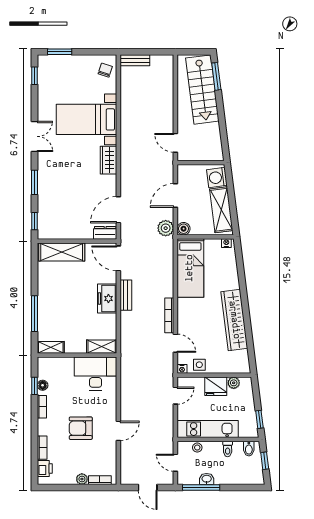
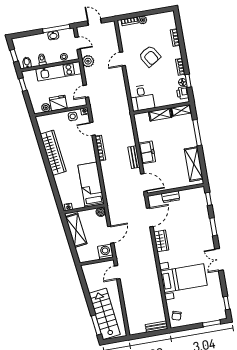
door: (175, 143) -> (117, 272), swing flipped
wardrobe: (109, 160) -> (161, 241), moved
washing machine: (217, 177) -> (105, 252), moved, turned -83
plant: (166, 228) -> (88, 61), moved
dresser: (105, 233) -> (171, 197), moved
shelving: (62, 252) -> (194, 164), moved, turned 90
shelving: (102, 347) -> (160, 115), moved
desk: (96, 373) -> (142, 98), width x0.73
armchair: (81, 428) -> (150, 56), turned 58
printer: (45, 469) -> (183, 93), moved

